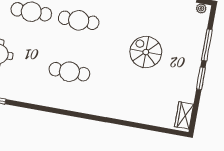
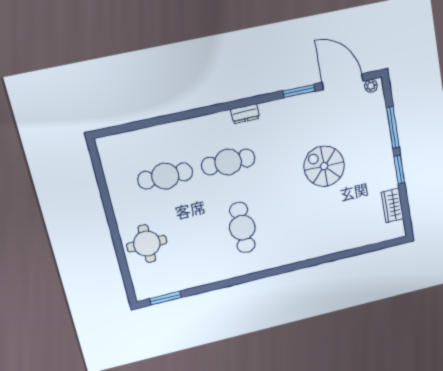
cafe table: (69, 72) -> (242, 228), turned 90
wardrobe: (184, 115) -> (393, 205), moved

